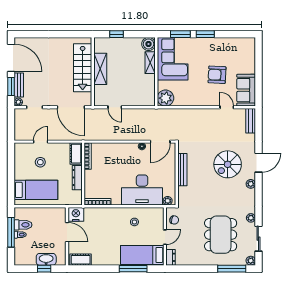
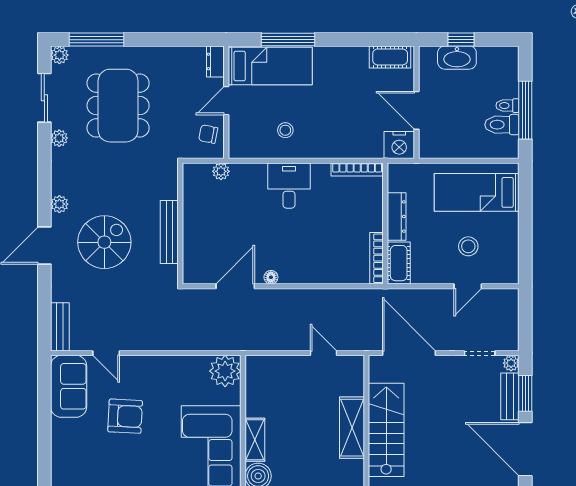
bench: (182, 170) -> (169, 232), moved
wall: (177, 174) -> (180, 223), moved
desk: (142, 190) -> (289, 186), width x0.53, depth x0.77

